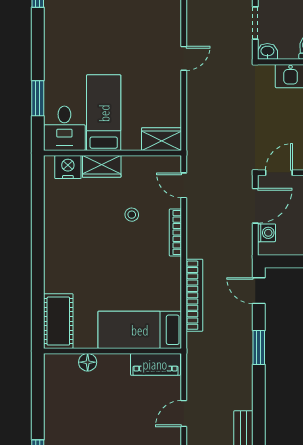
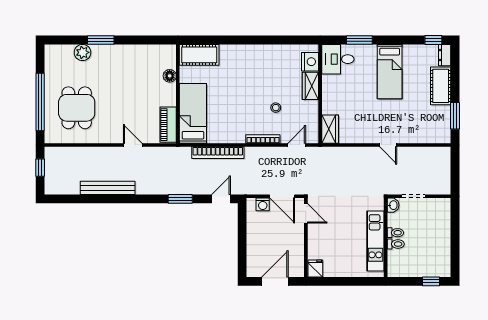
bed: (104, 113) -> (390, 72), moved, turned 90

